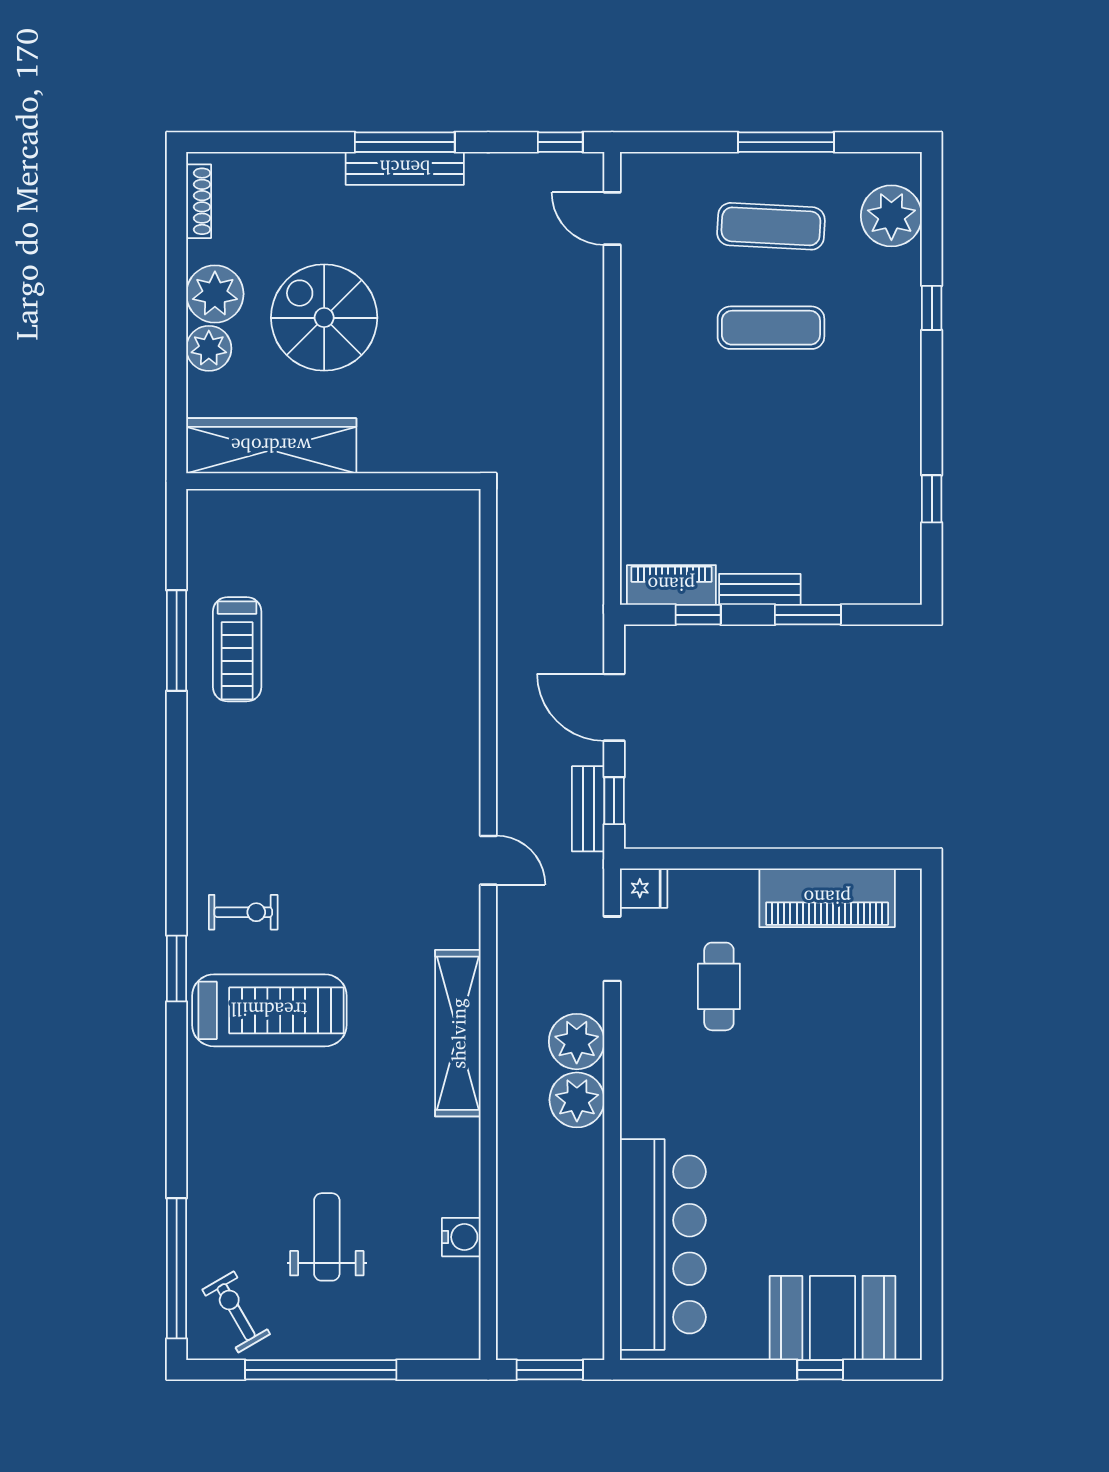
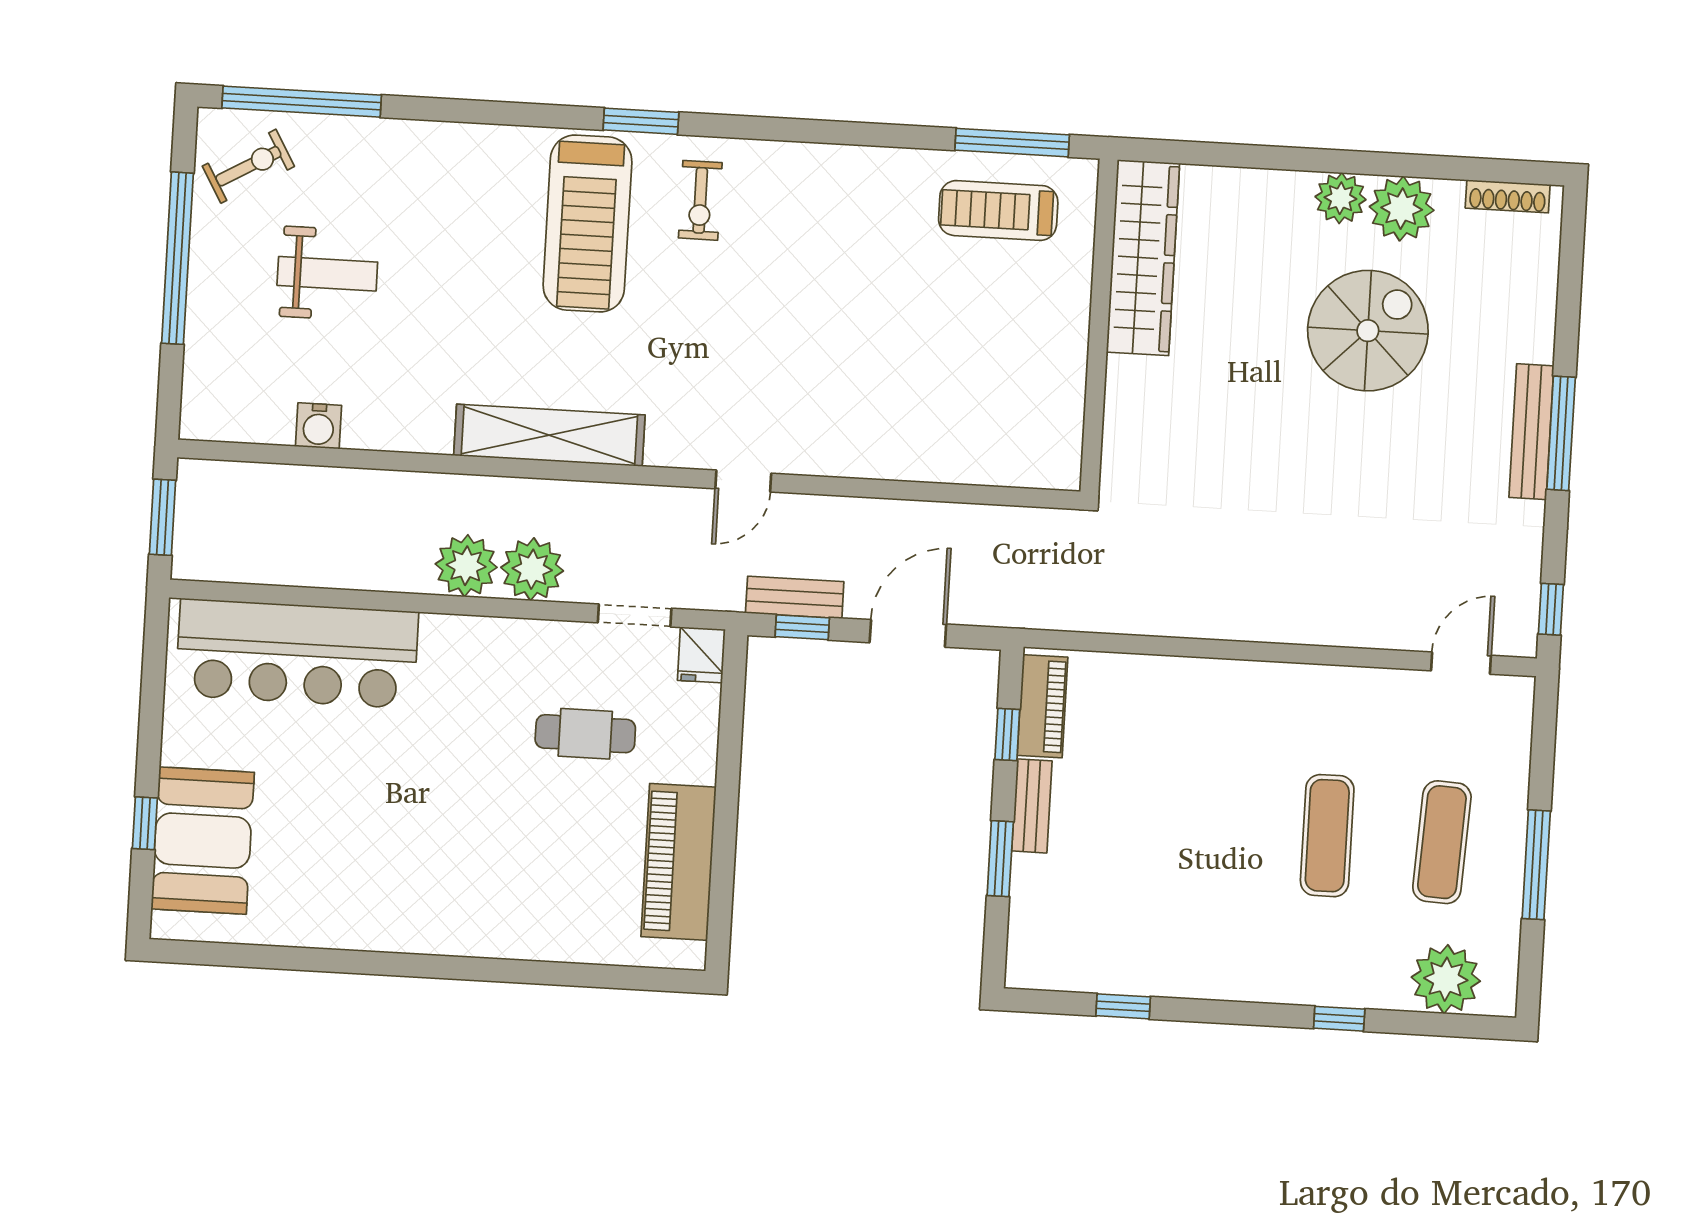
wardrobe: (271, 446) -> (1143, 258), moved
wall: (333, 481) -> (1099, 326), moved

